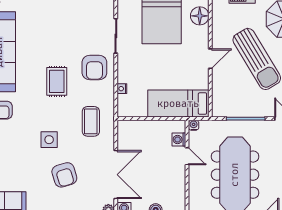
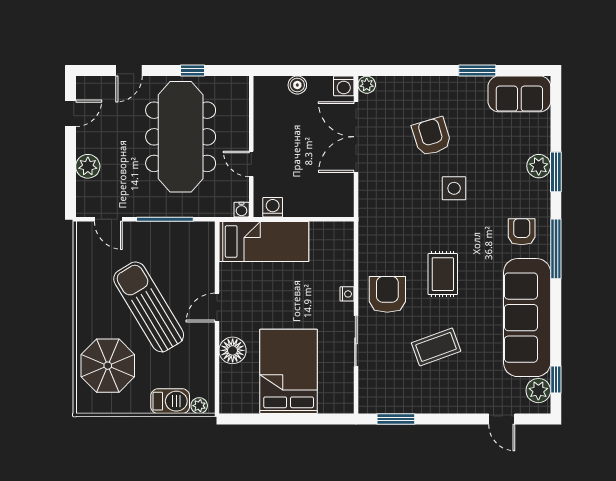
floor lamp: (200, 16) -> (233, 350), moved
nightstand: (122, 89) -> (347, 294), moved
coffee table: (91, 121) -> (436, 347), moved, turned 70
washing machine: (179, 139) -> (273, 207), moved, turned -90

